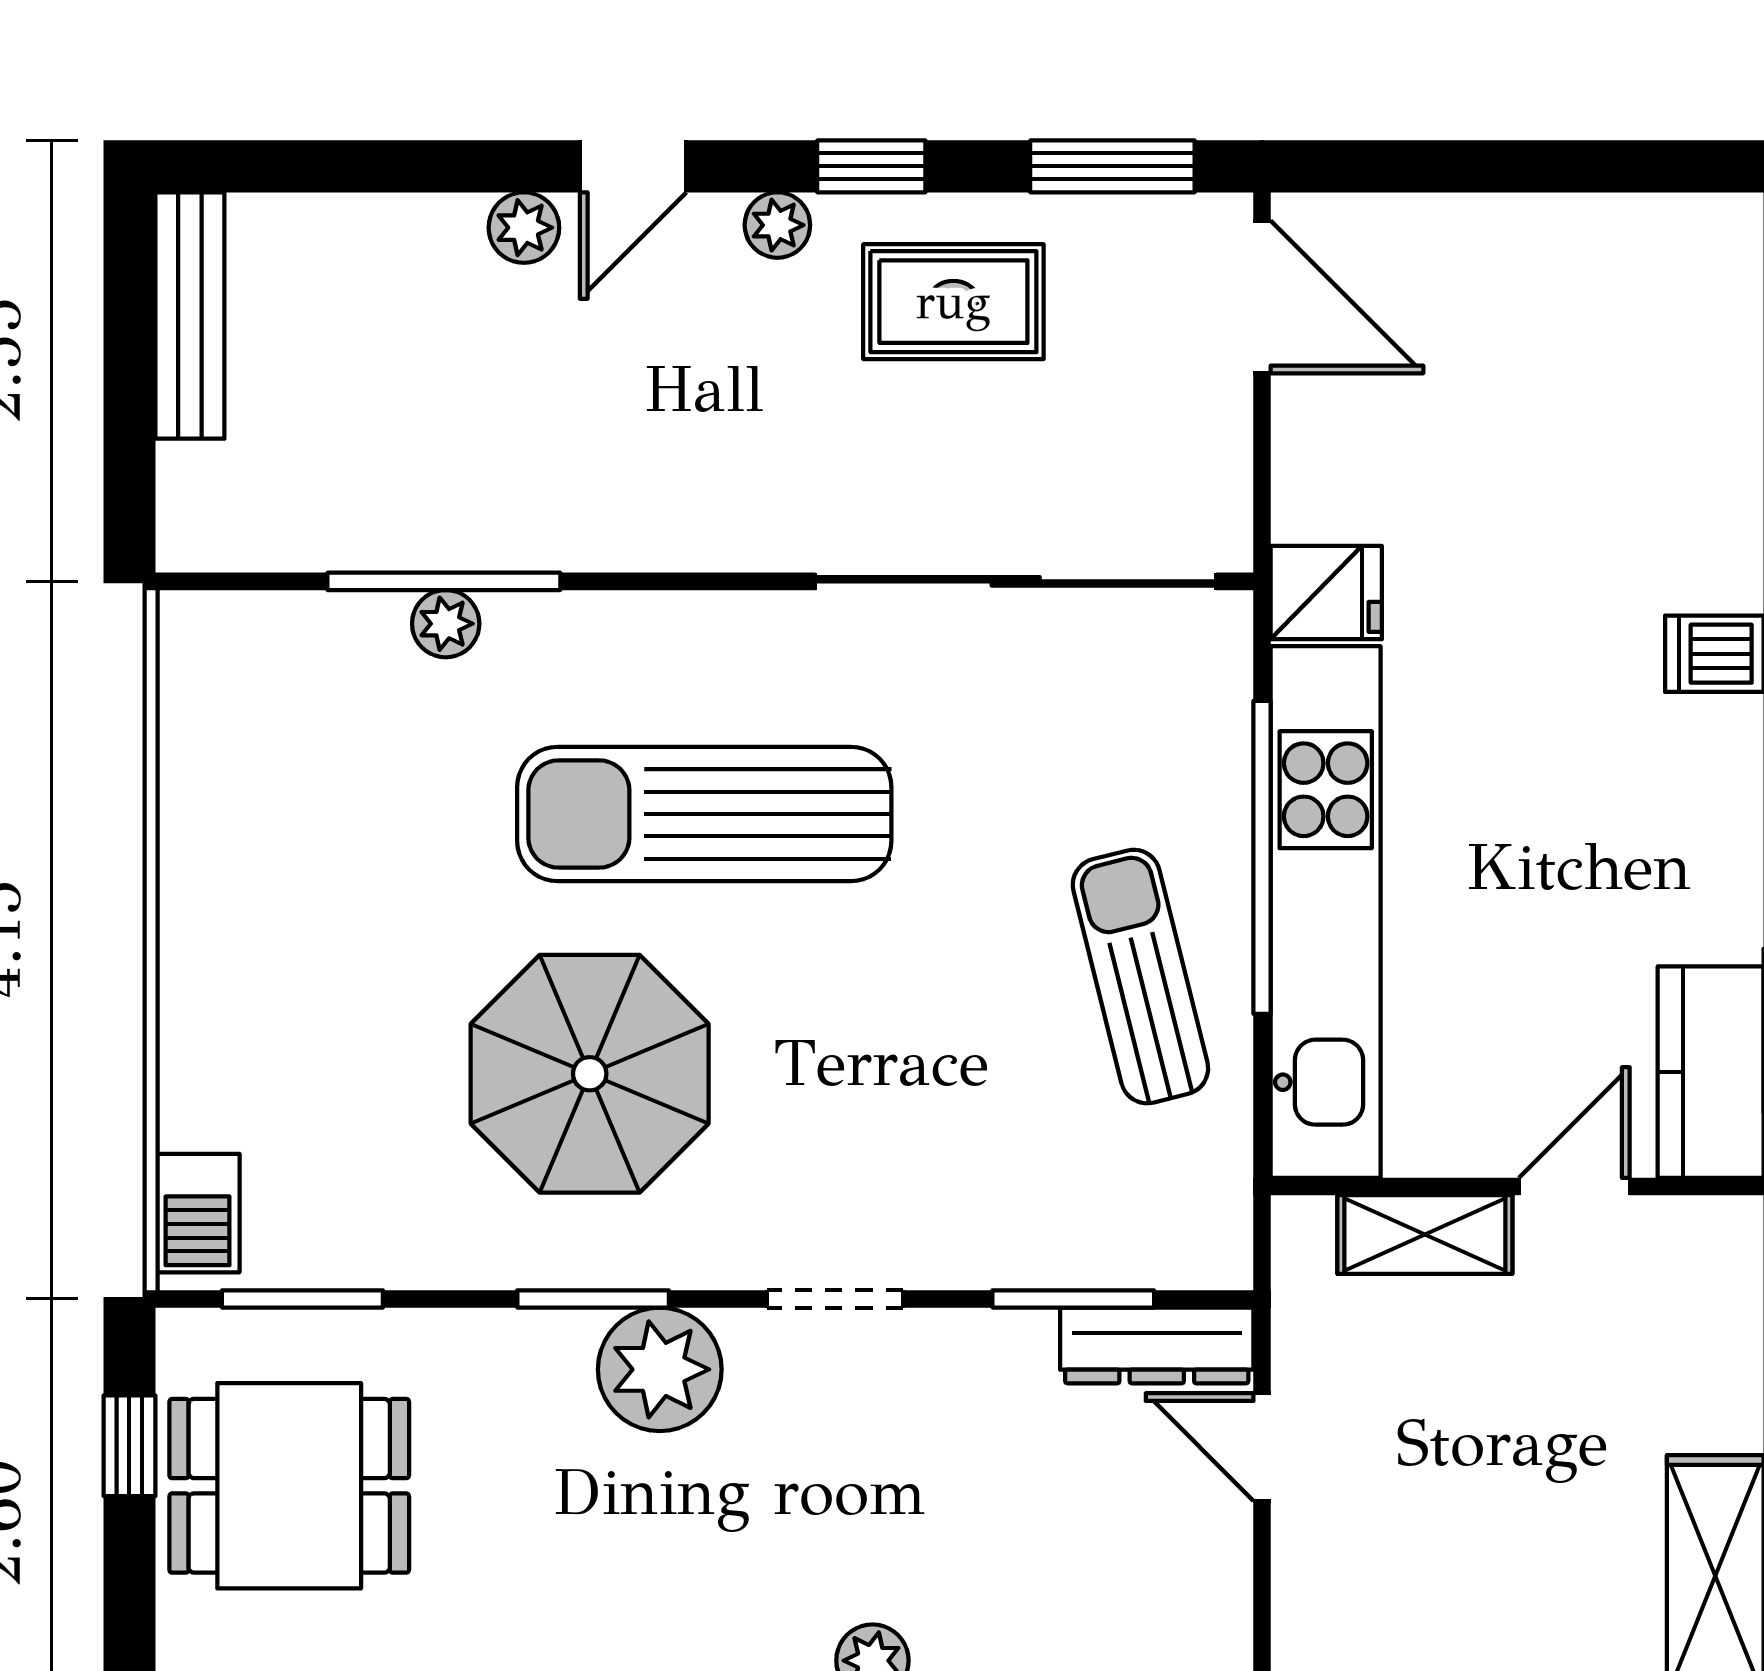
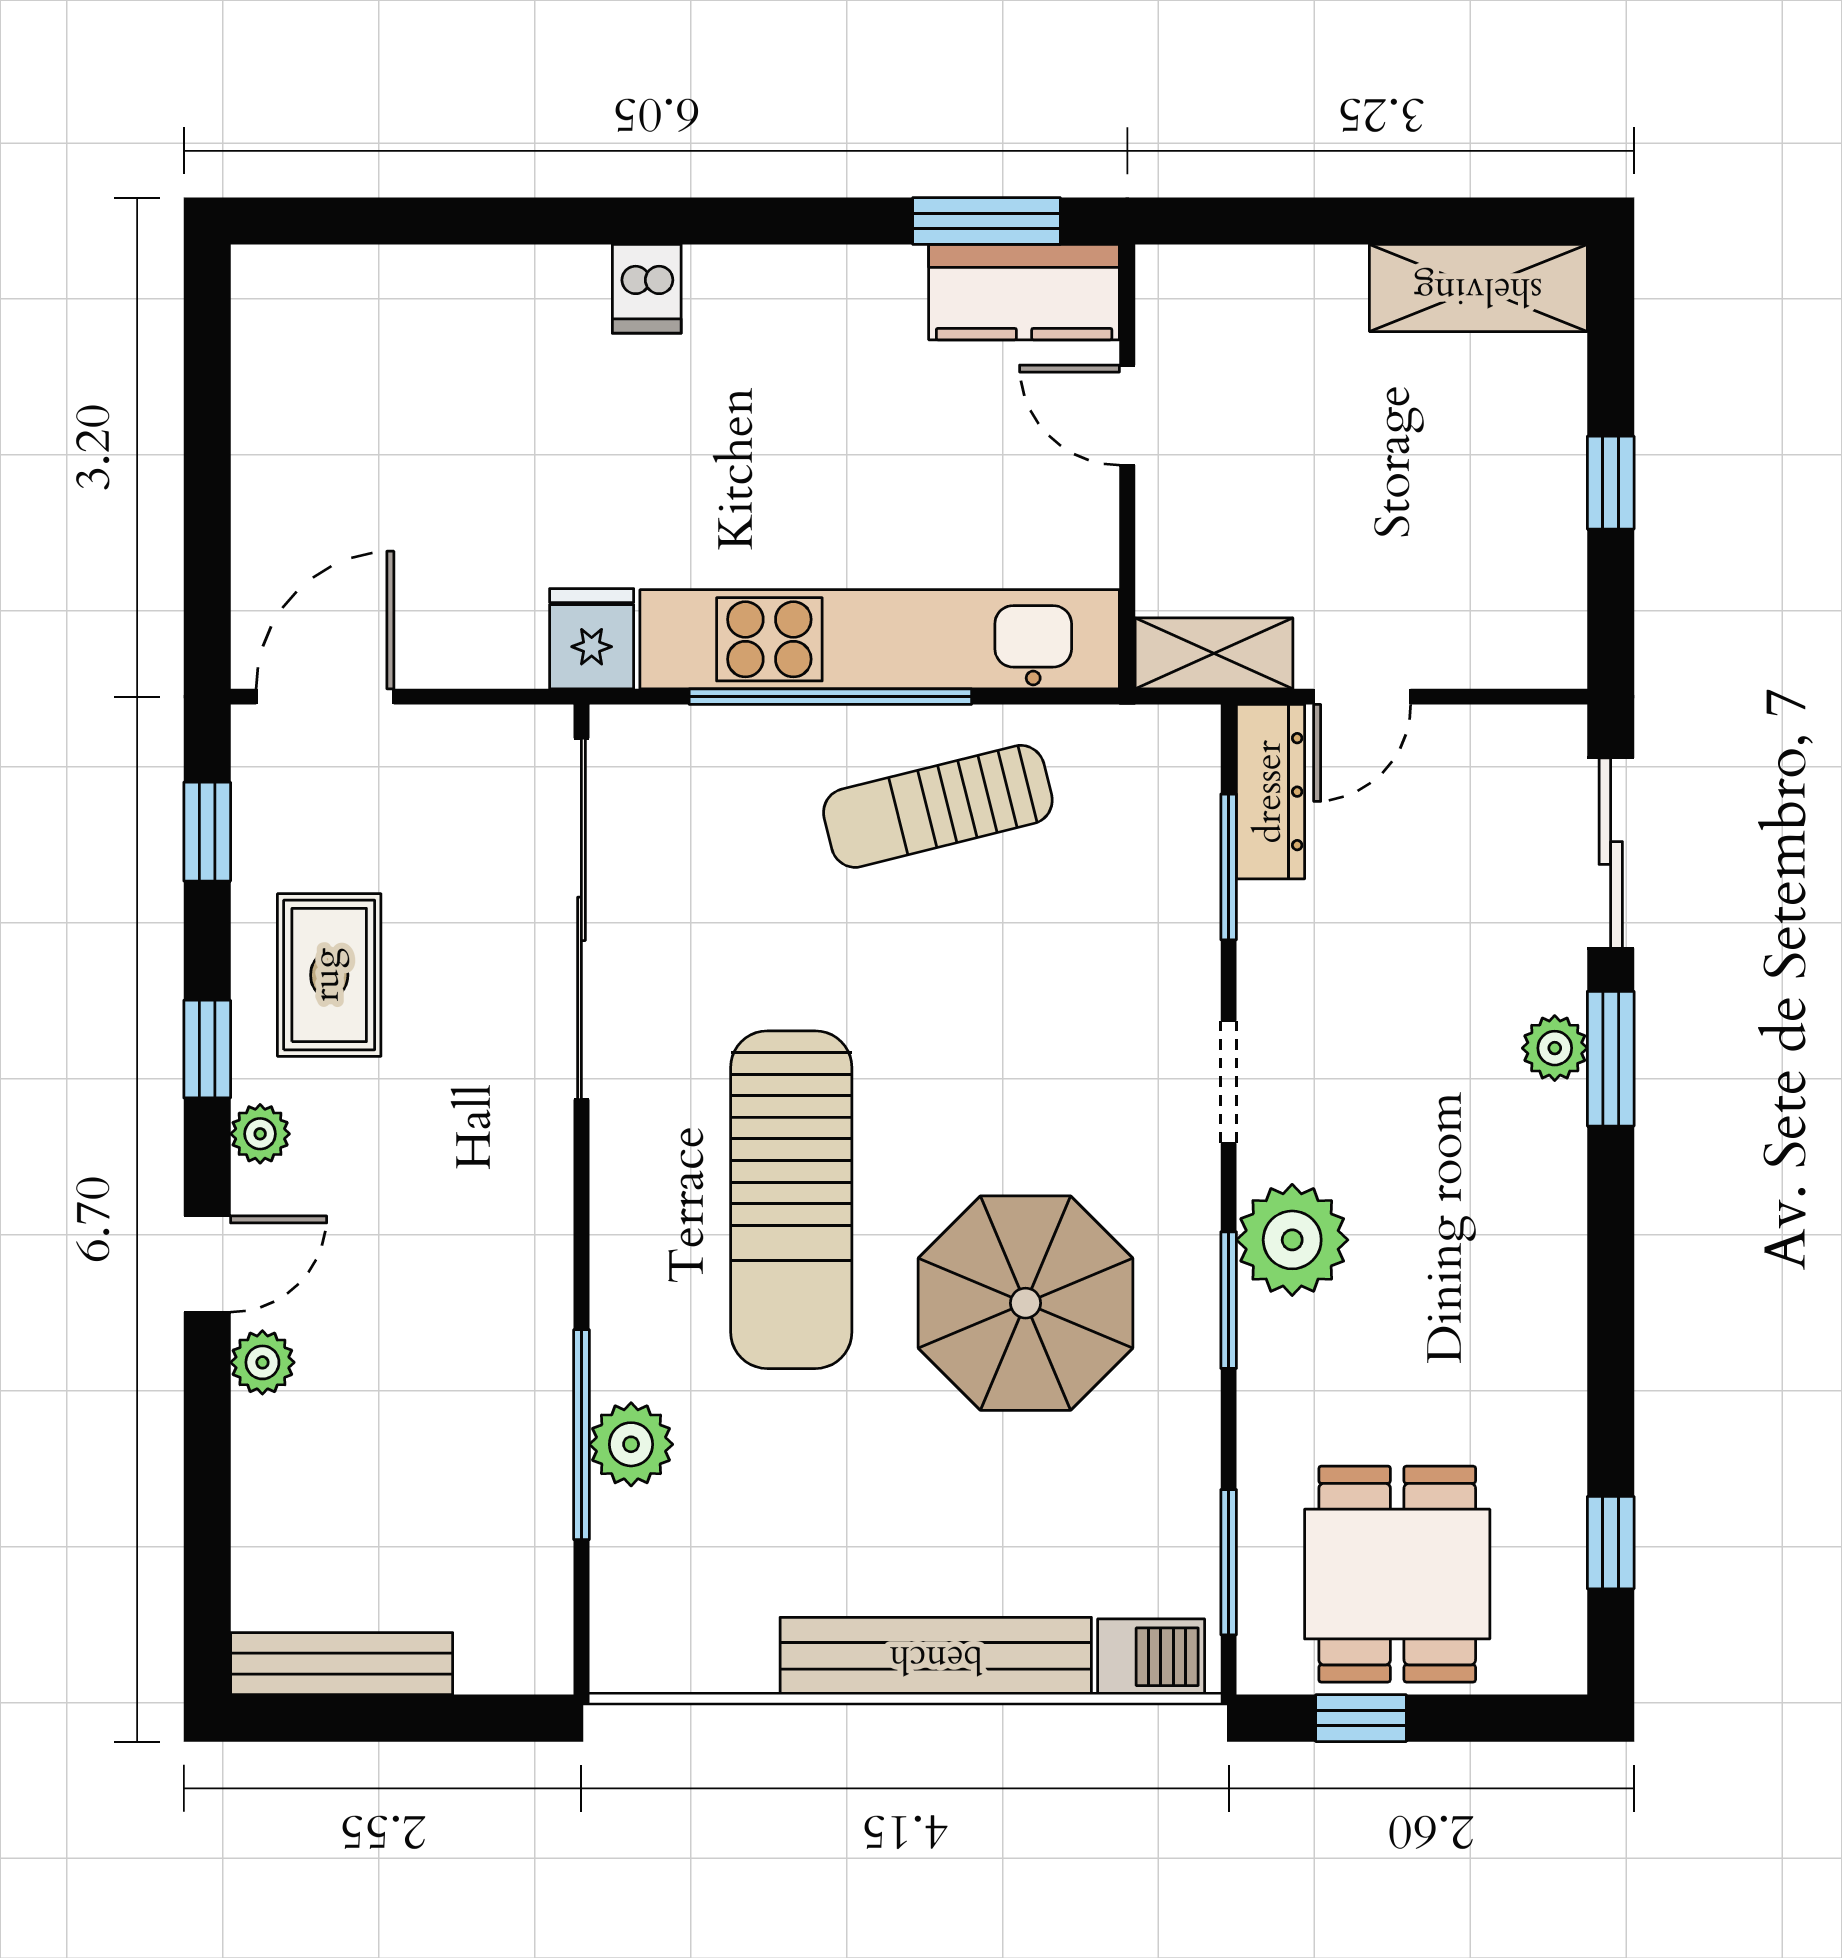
door: (633, 166) -> (207, 1264), hinge flipped
window: (1112, 166) -> (207, 832), width x0.67
plant: (446, 624) -> (631, 1444), width x1.38, depth x1.38
bench: (198, 974) -> (936, 1656), added
shelving: (1425, 1235) -> (1214, 653), moved, turned 90

